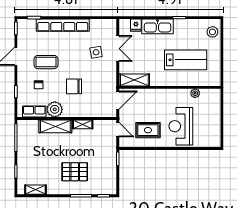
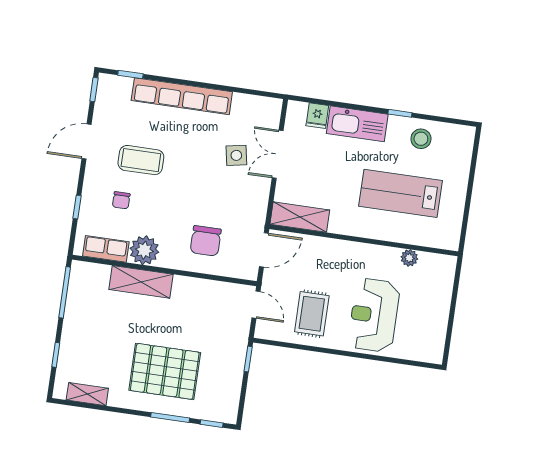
stool: (212, 32) -> (421, 139), moved
double door: (118, 49) -> (278, 154), swing flipped
lab bench: (186, 60) -> (401, 193), turned 180
chair: (74, 86) -> (206, 241), moved, turned -90
shelving: (83, 124) -> (192, 285), removed
rug: (148, 130) -> (312, 314), turned 90
pallet: (75, 172) -> (165, 371), width x1.37, depth x1.41

